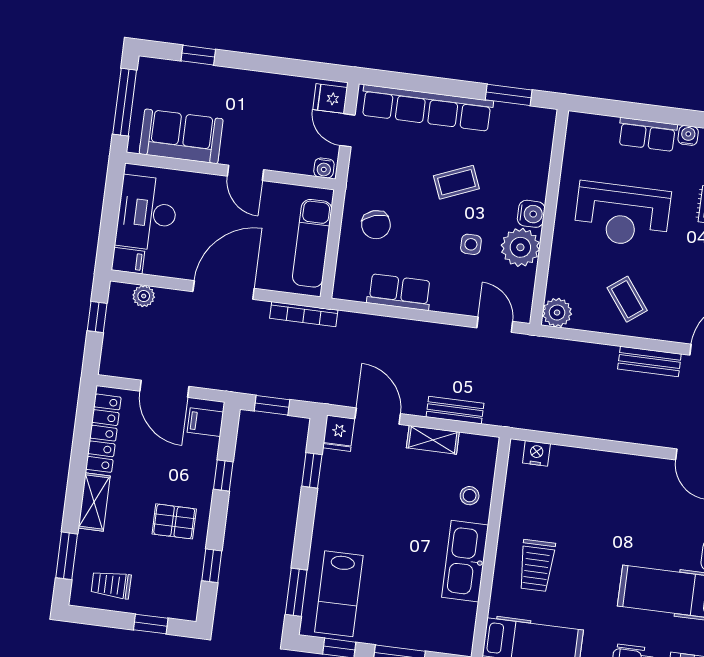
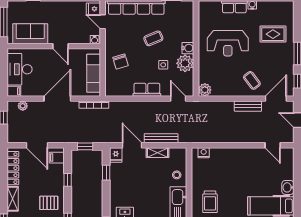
row of seats: (399, 292) -> (147, 90), moved
coffee table: (627, 299) -> (252, 80), moved
bench: (455, 410) -> (161, 138), width x1.36

